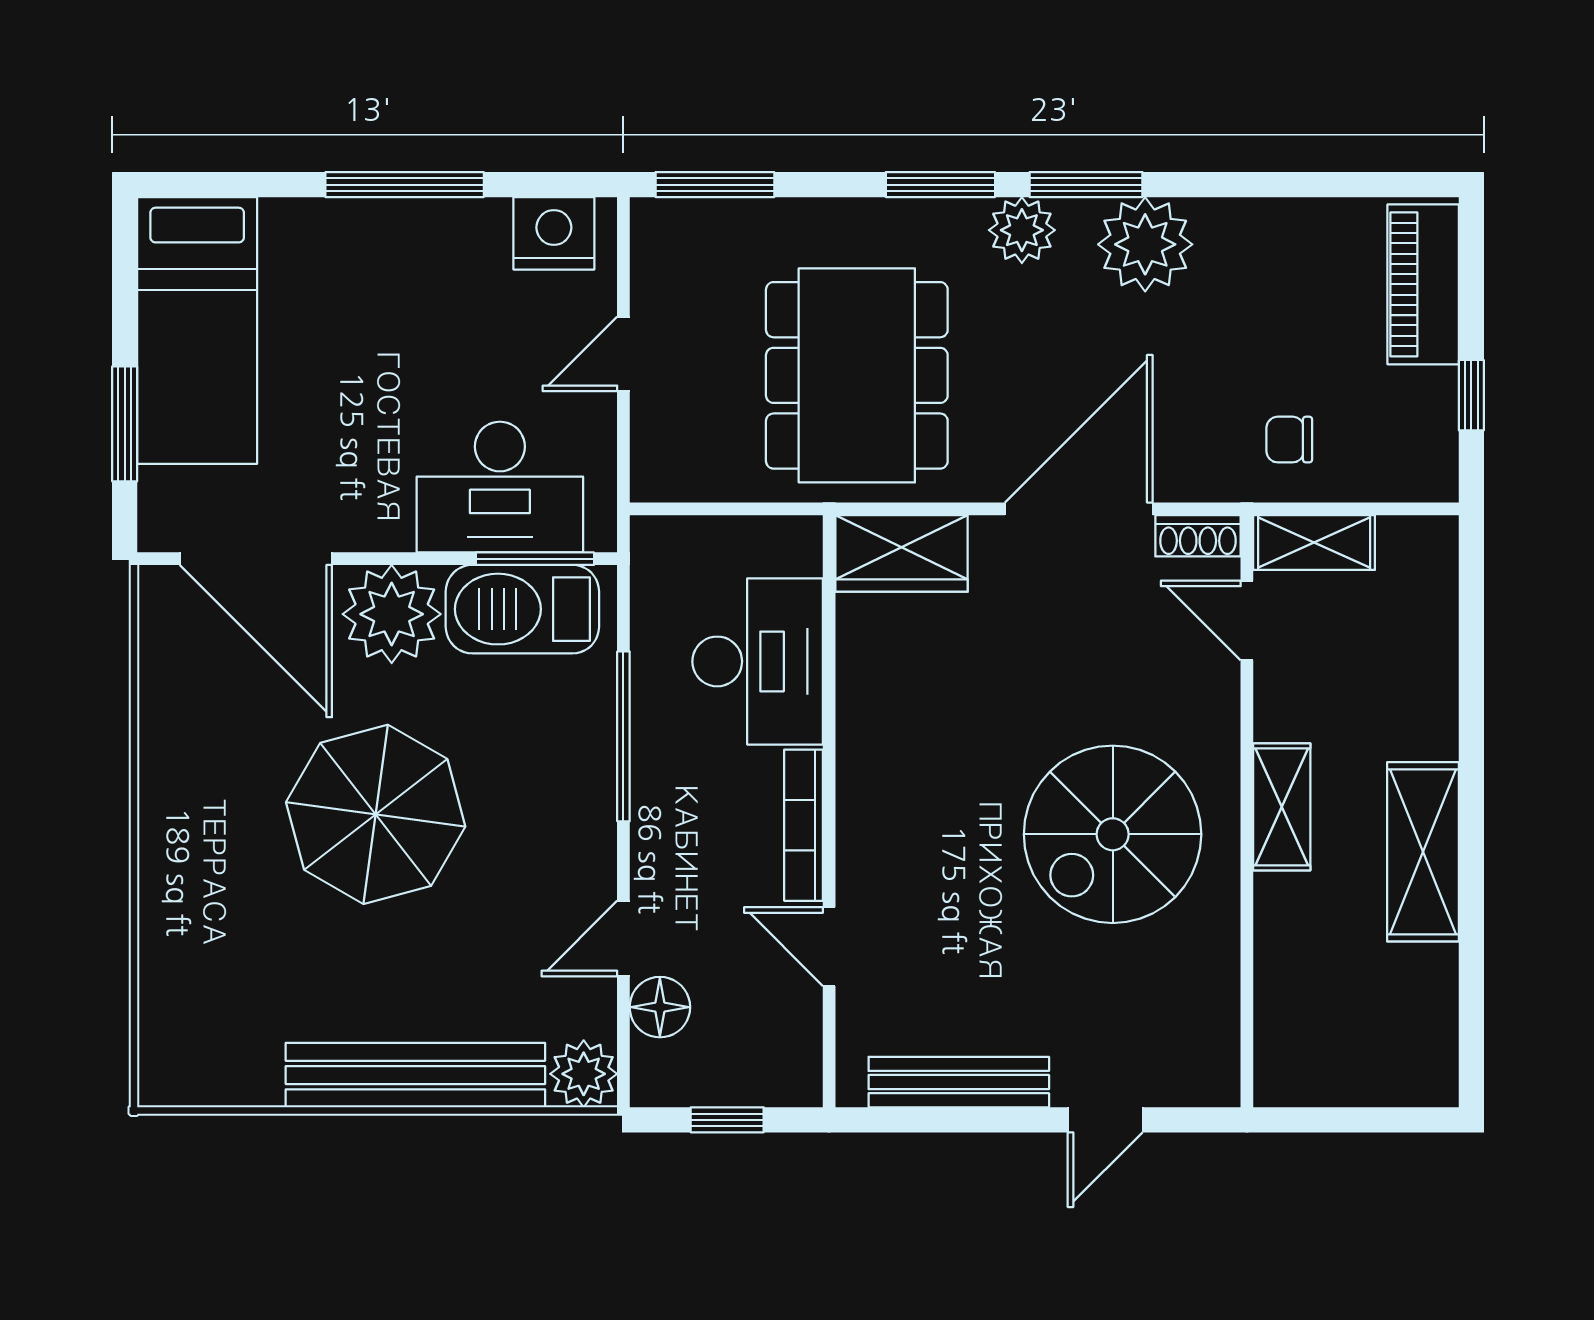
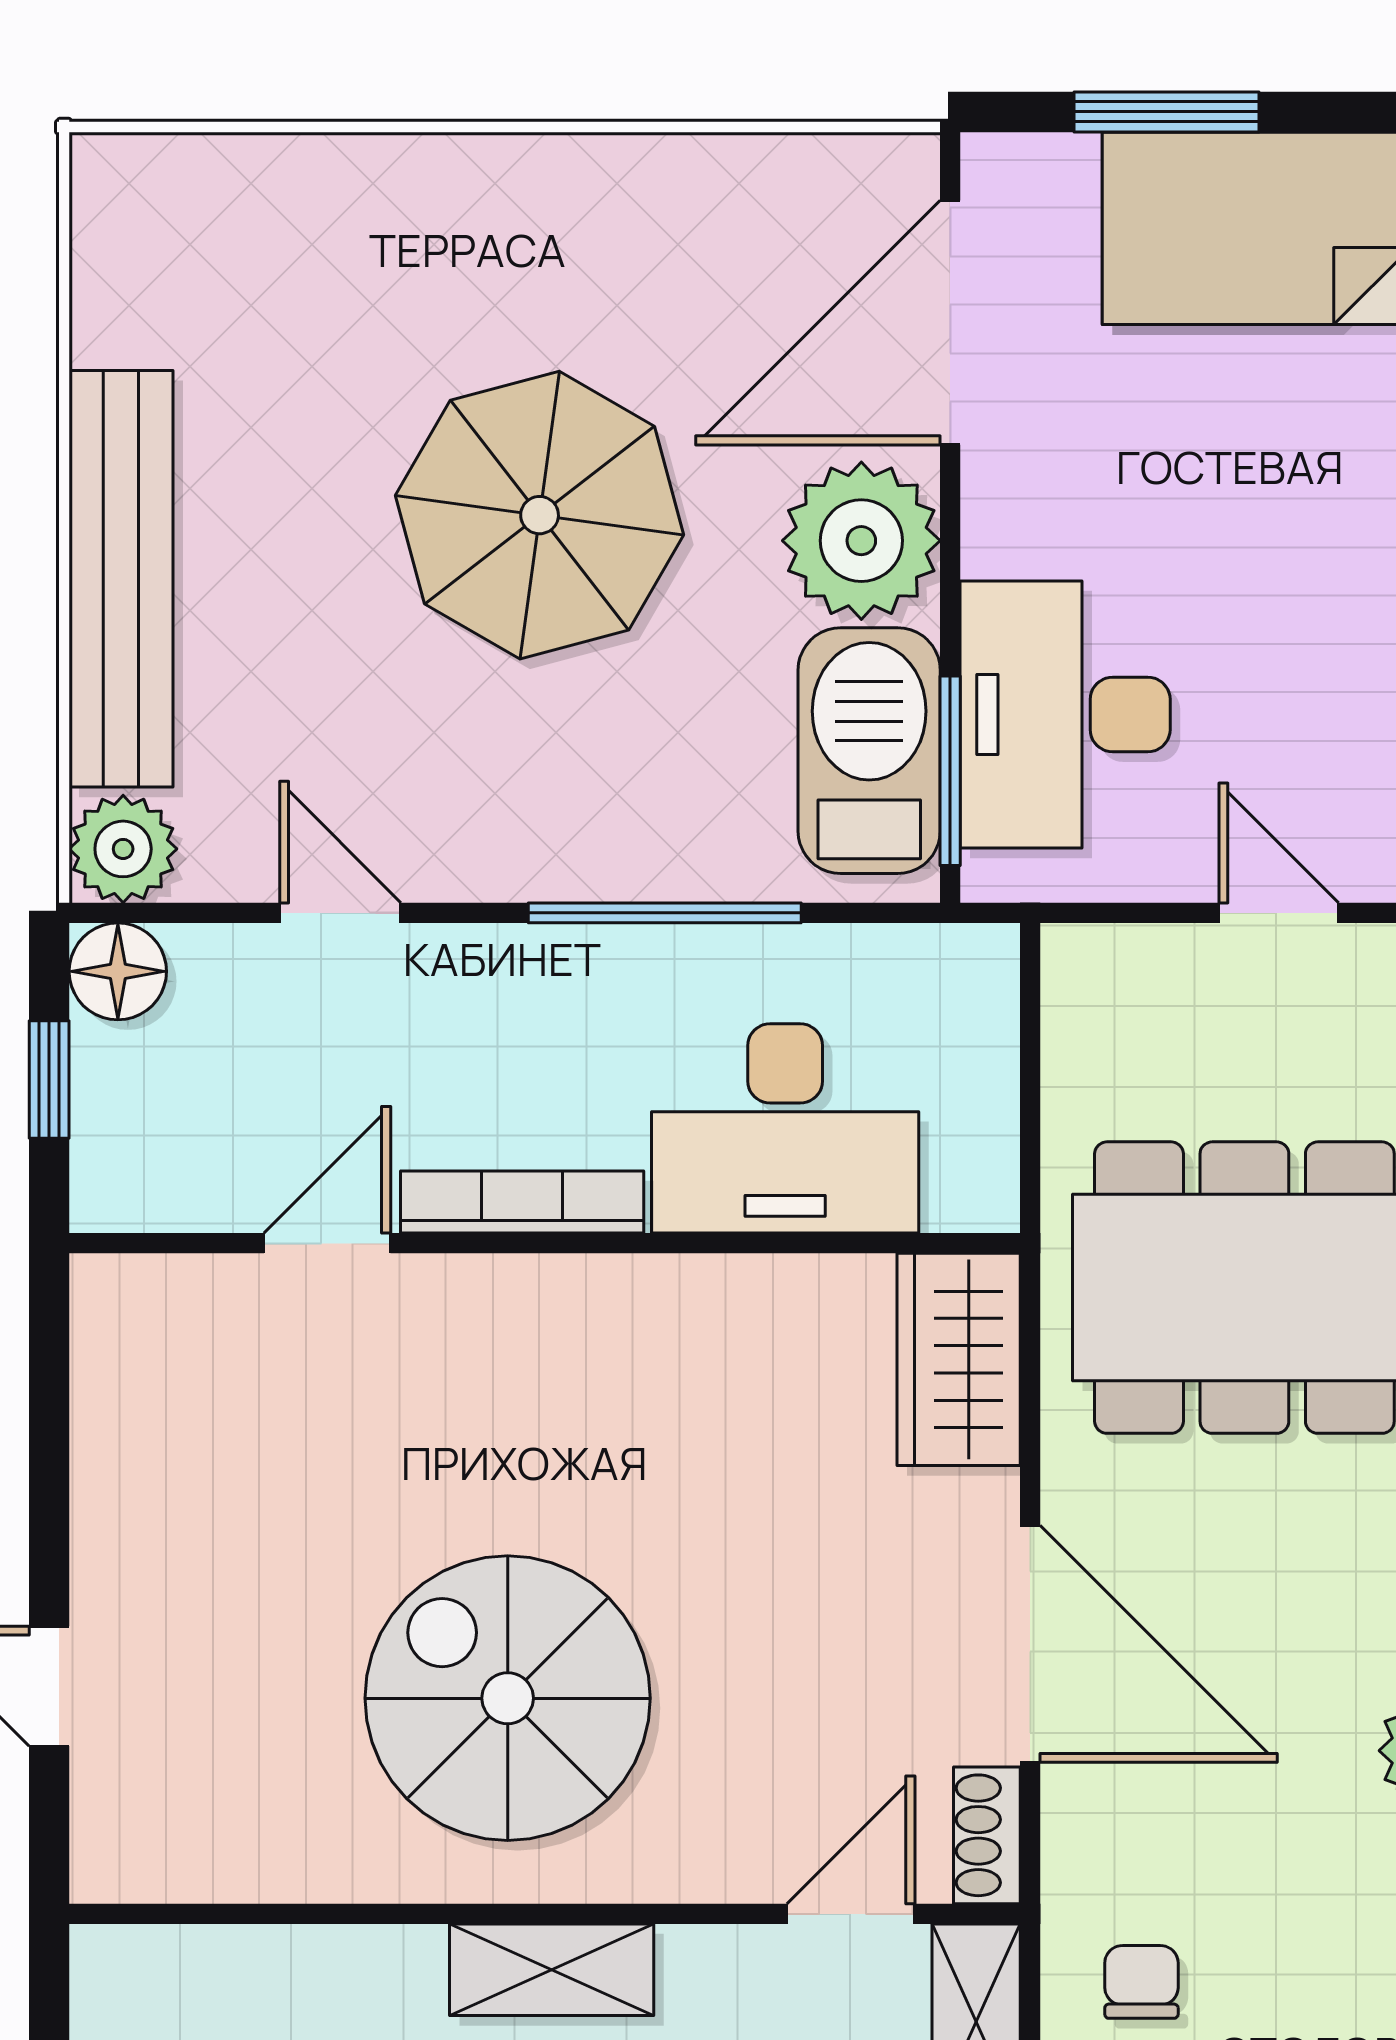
floor lamp: (660, 1007) -> (118, 971), moved
bench: (959, 1082) -> (110, 1451), removed

